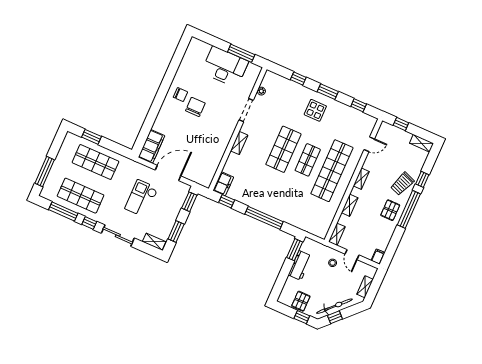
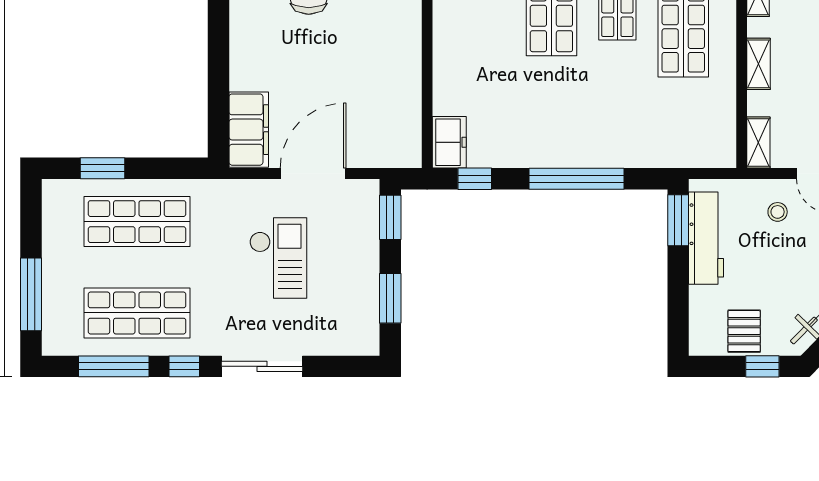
shelving: (239, 143) -> (445, 34), removed
checkout: (141, 198) -> (278, 258), turned 180
shelving: (154, 242) -> (350, 344), removed
workbench: (300, 265) -> (706, 238), width x1.38

